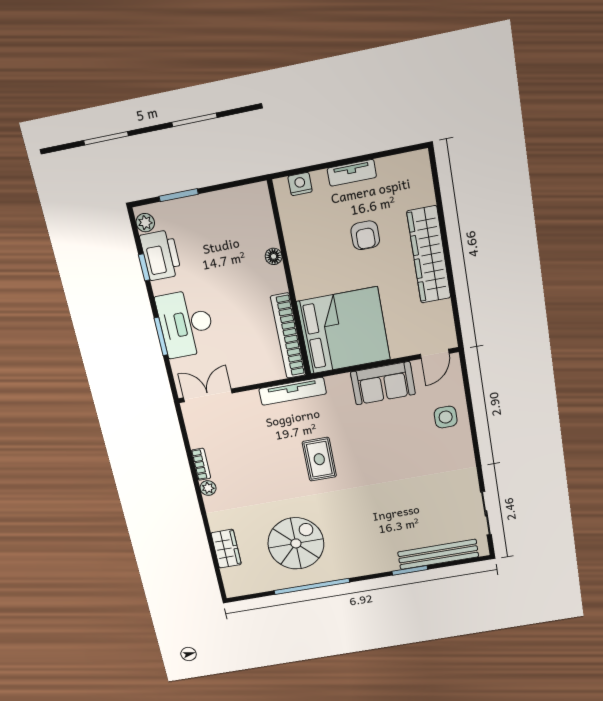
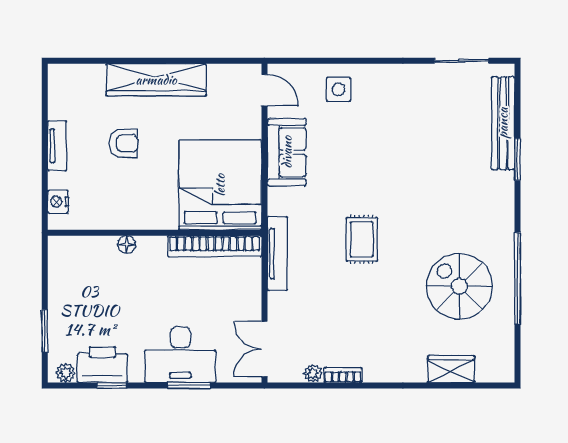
rug: (319, 459) -> (362, 239), turned 90
plant: (208, 488) -> (313, 373), moved

